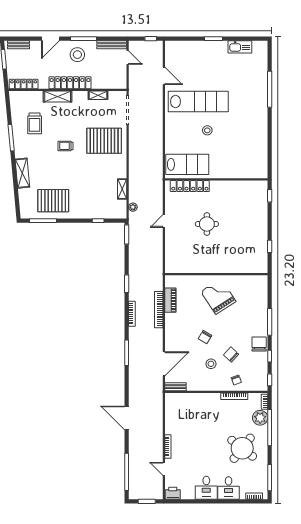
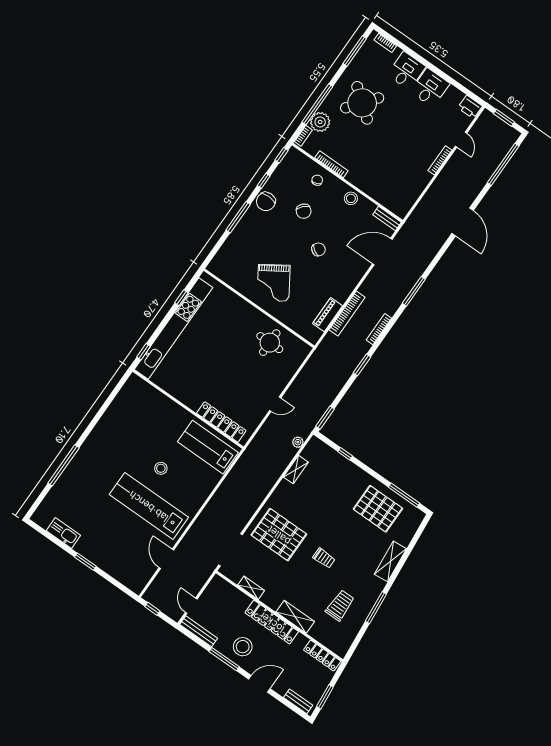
round table: (207, 224) -> (270, 343), moved
kitchen unit: (261, 224) -> (173, 328), added
stool: (211, 364) -> (351, 198), moved

